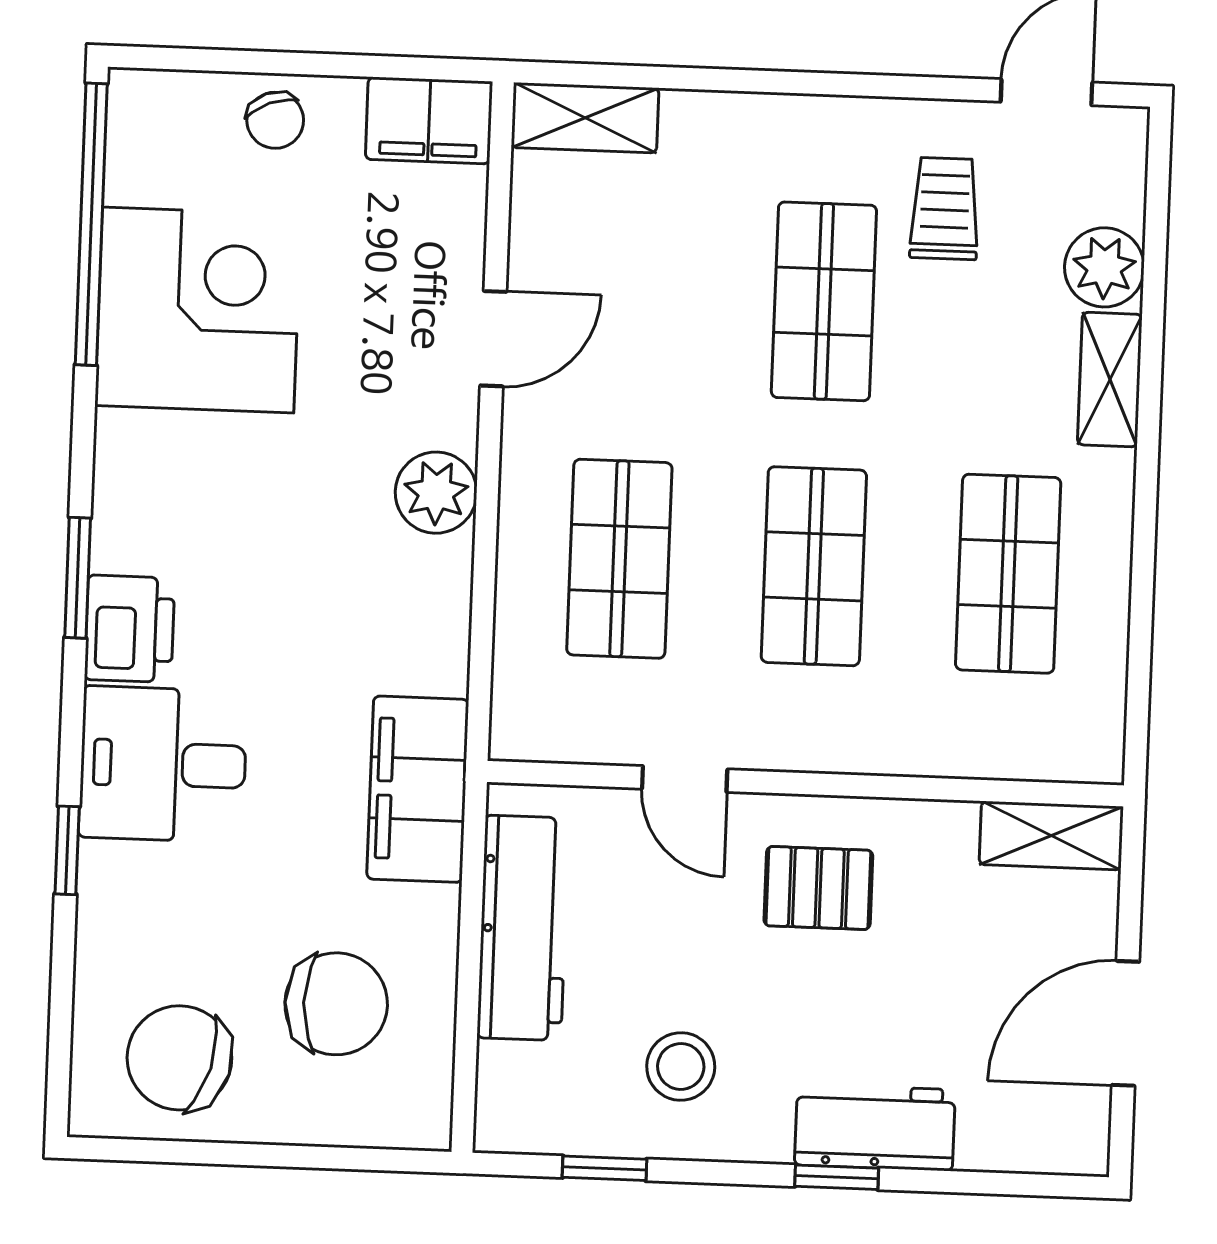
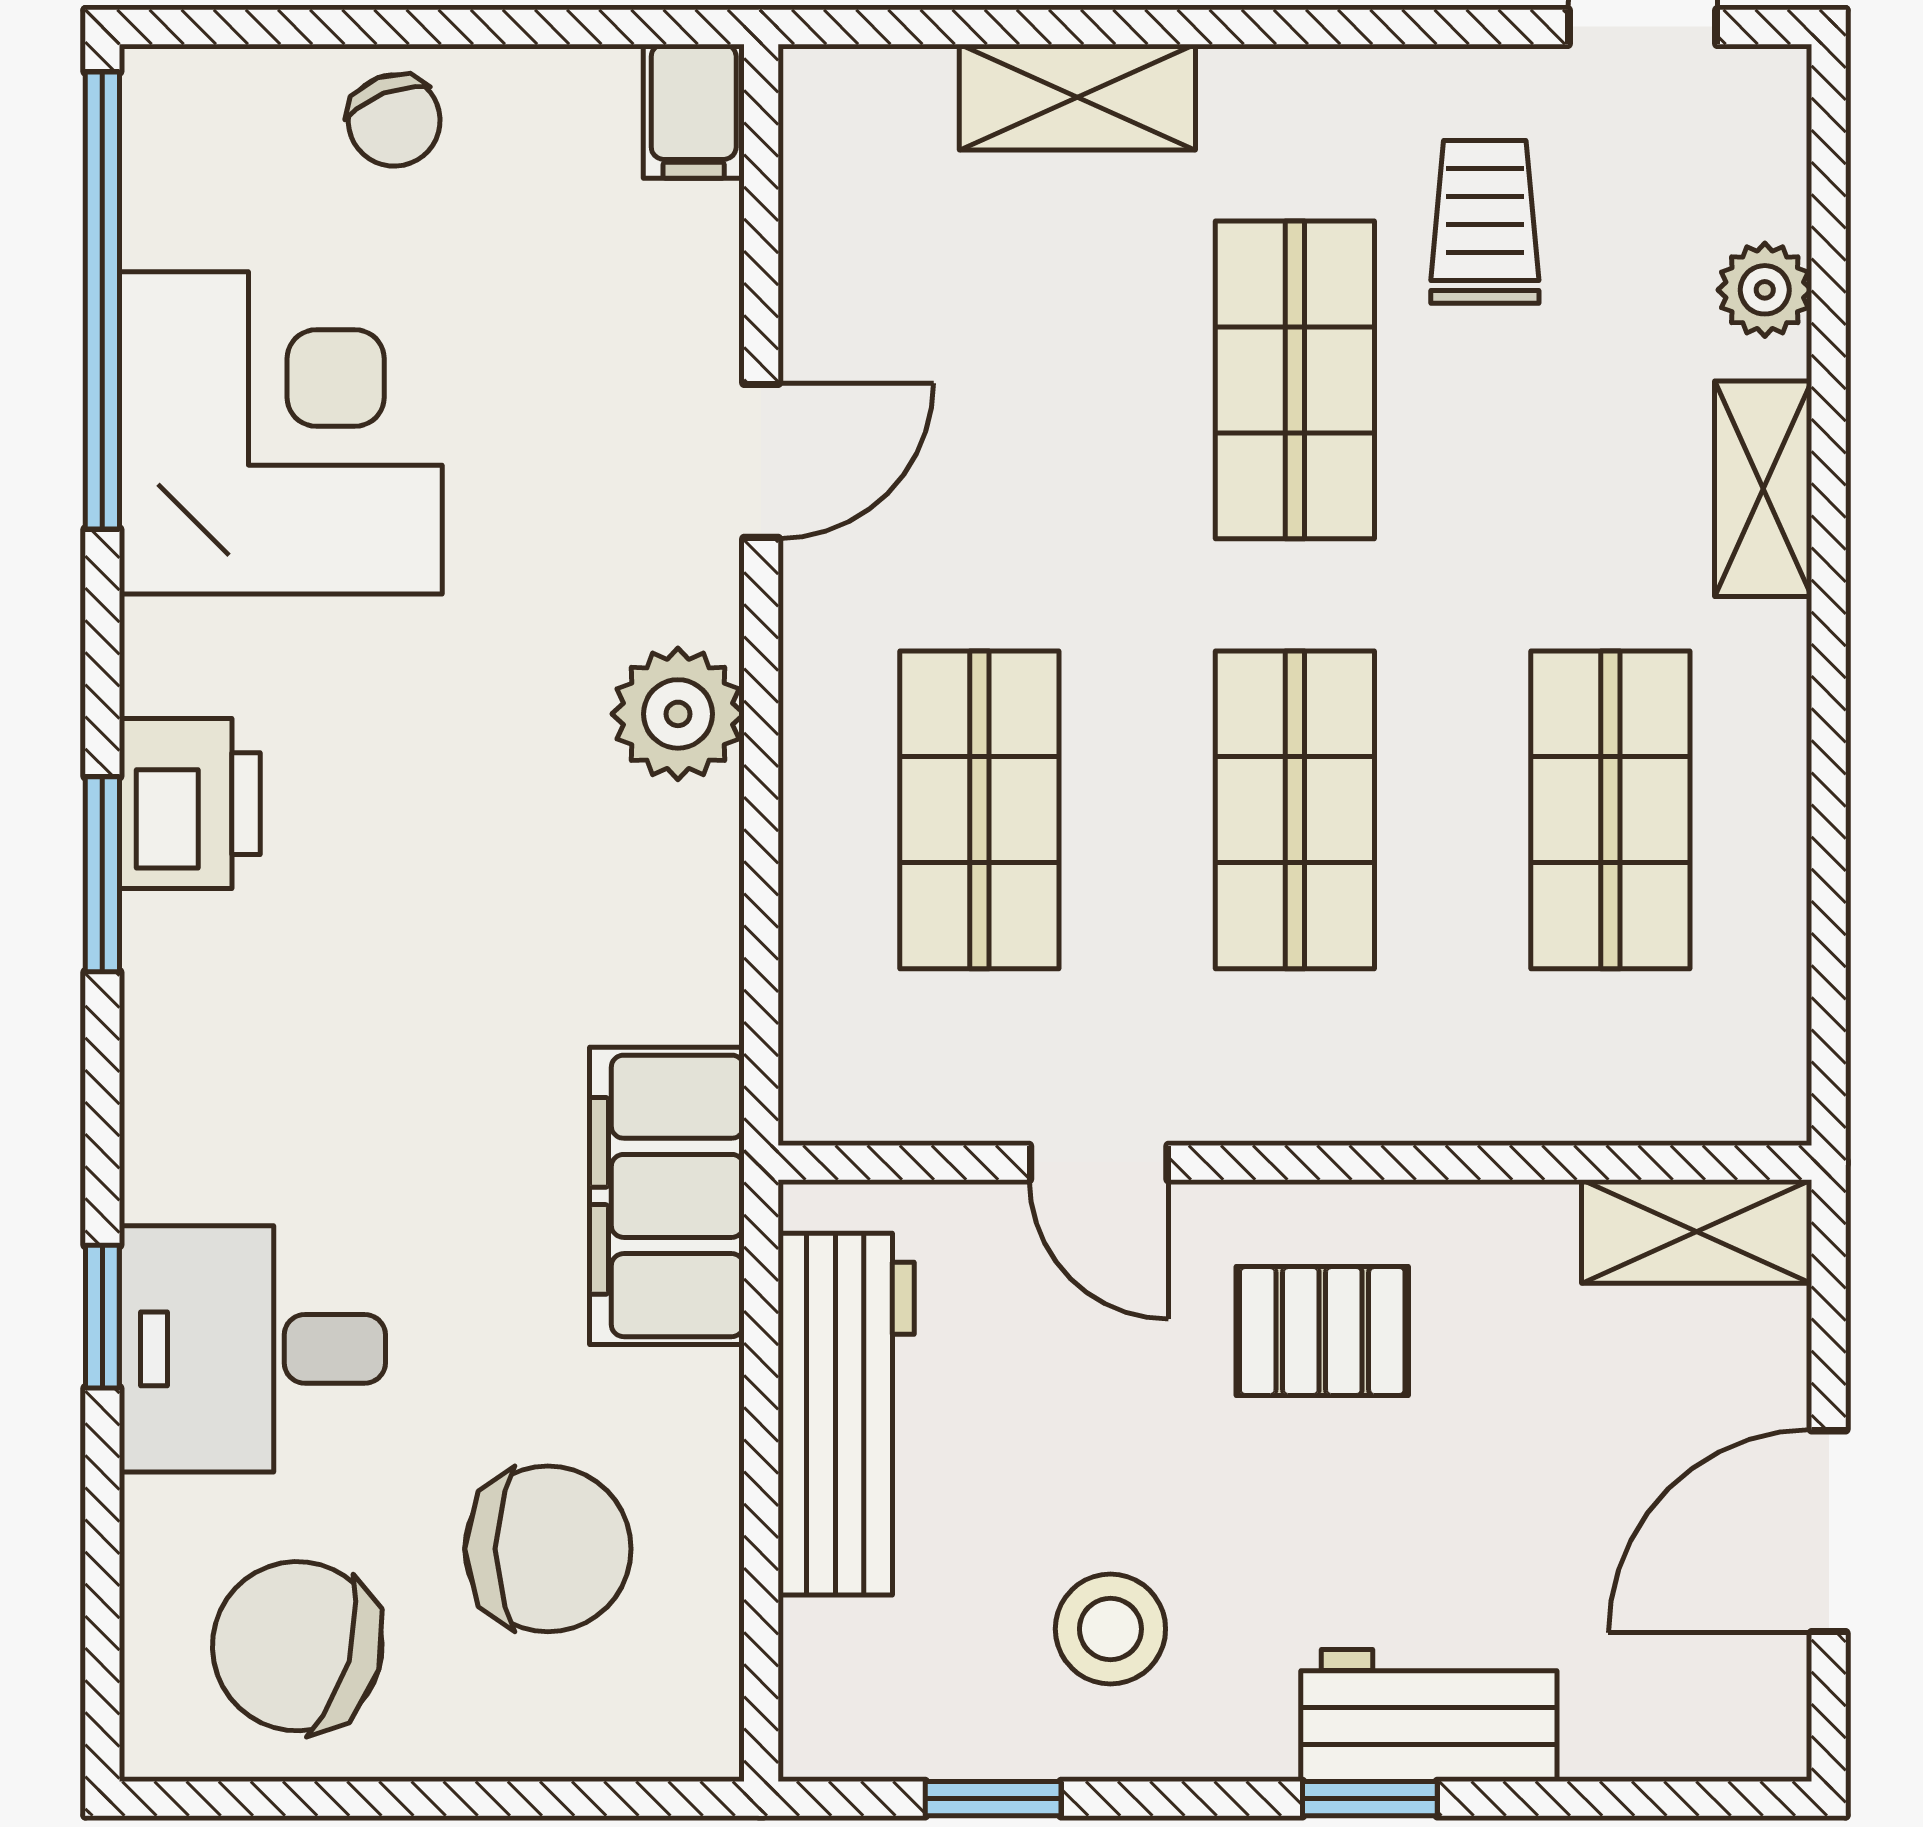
shelving: (585, 118) -> (1077, 97), moved
filing cabinet: (429, 120) -> (694, 111), width x0.50
plant: (1104, 267) -> (1765, 290), width x0.73, depth x0.73
printer: (130, 629) -> (190, 804), moved
desk: (163, 764) -> (252, 1349), moved

